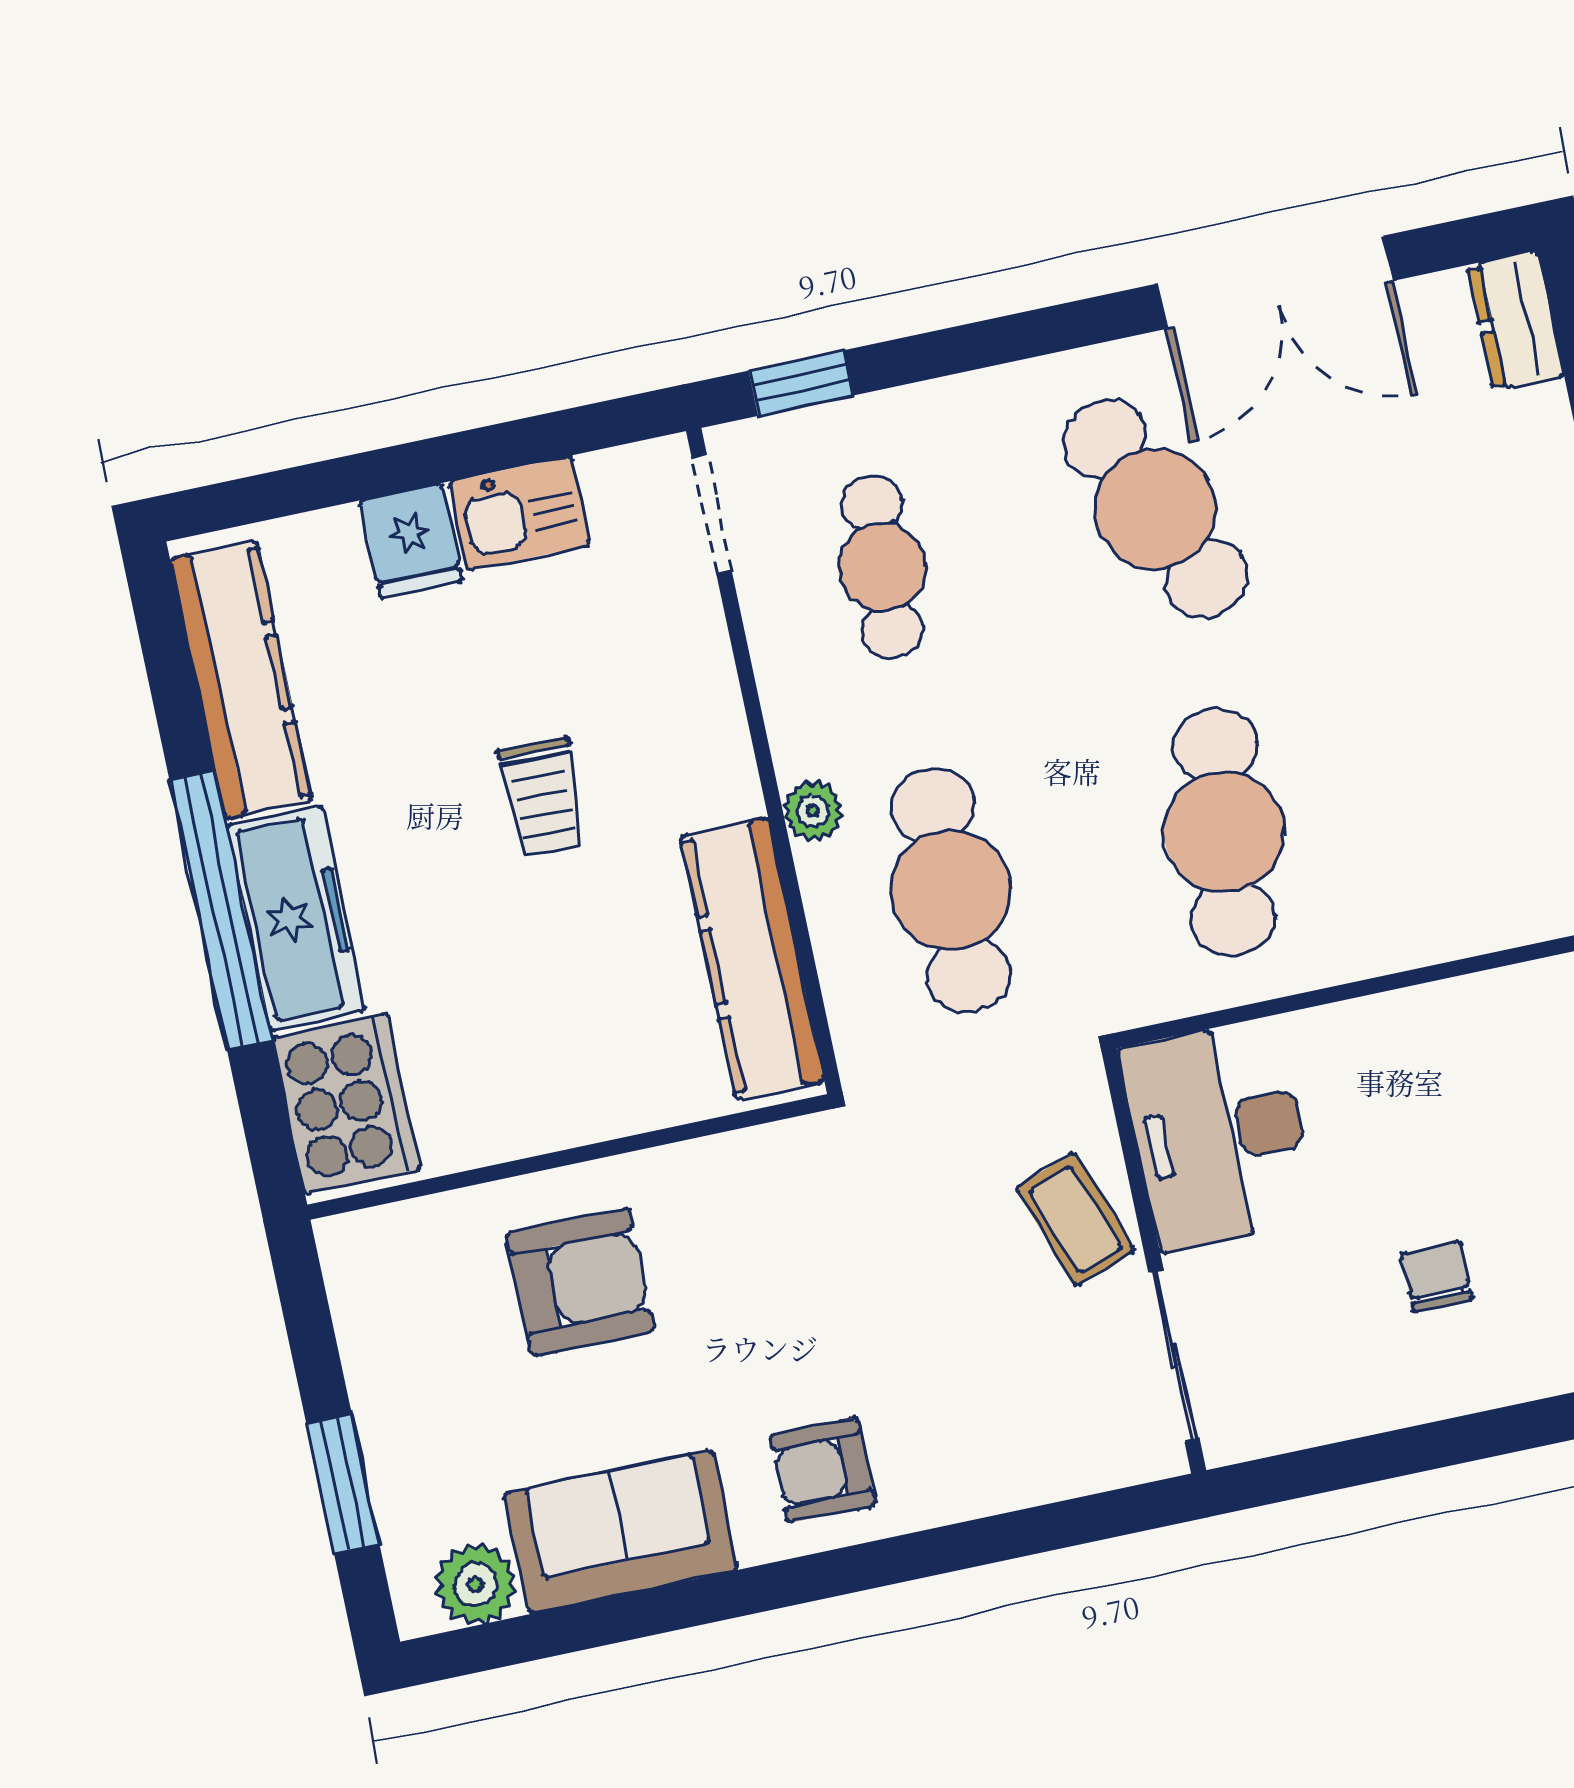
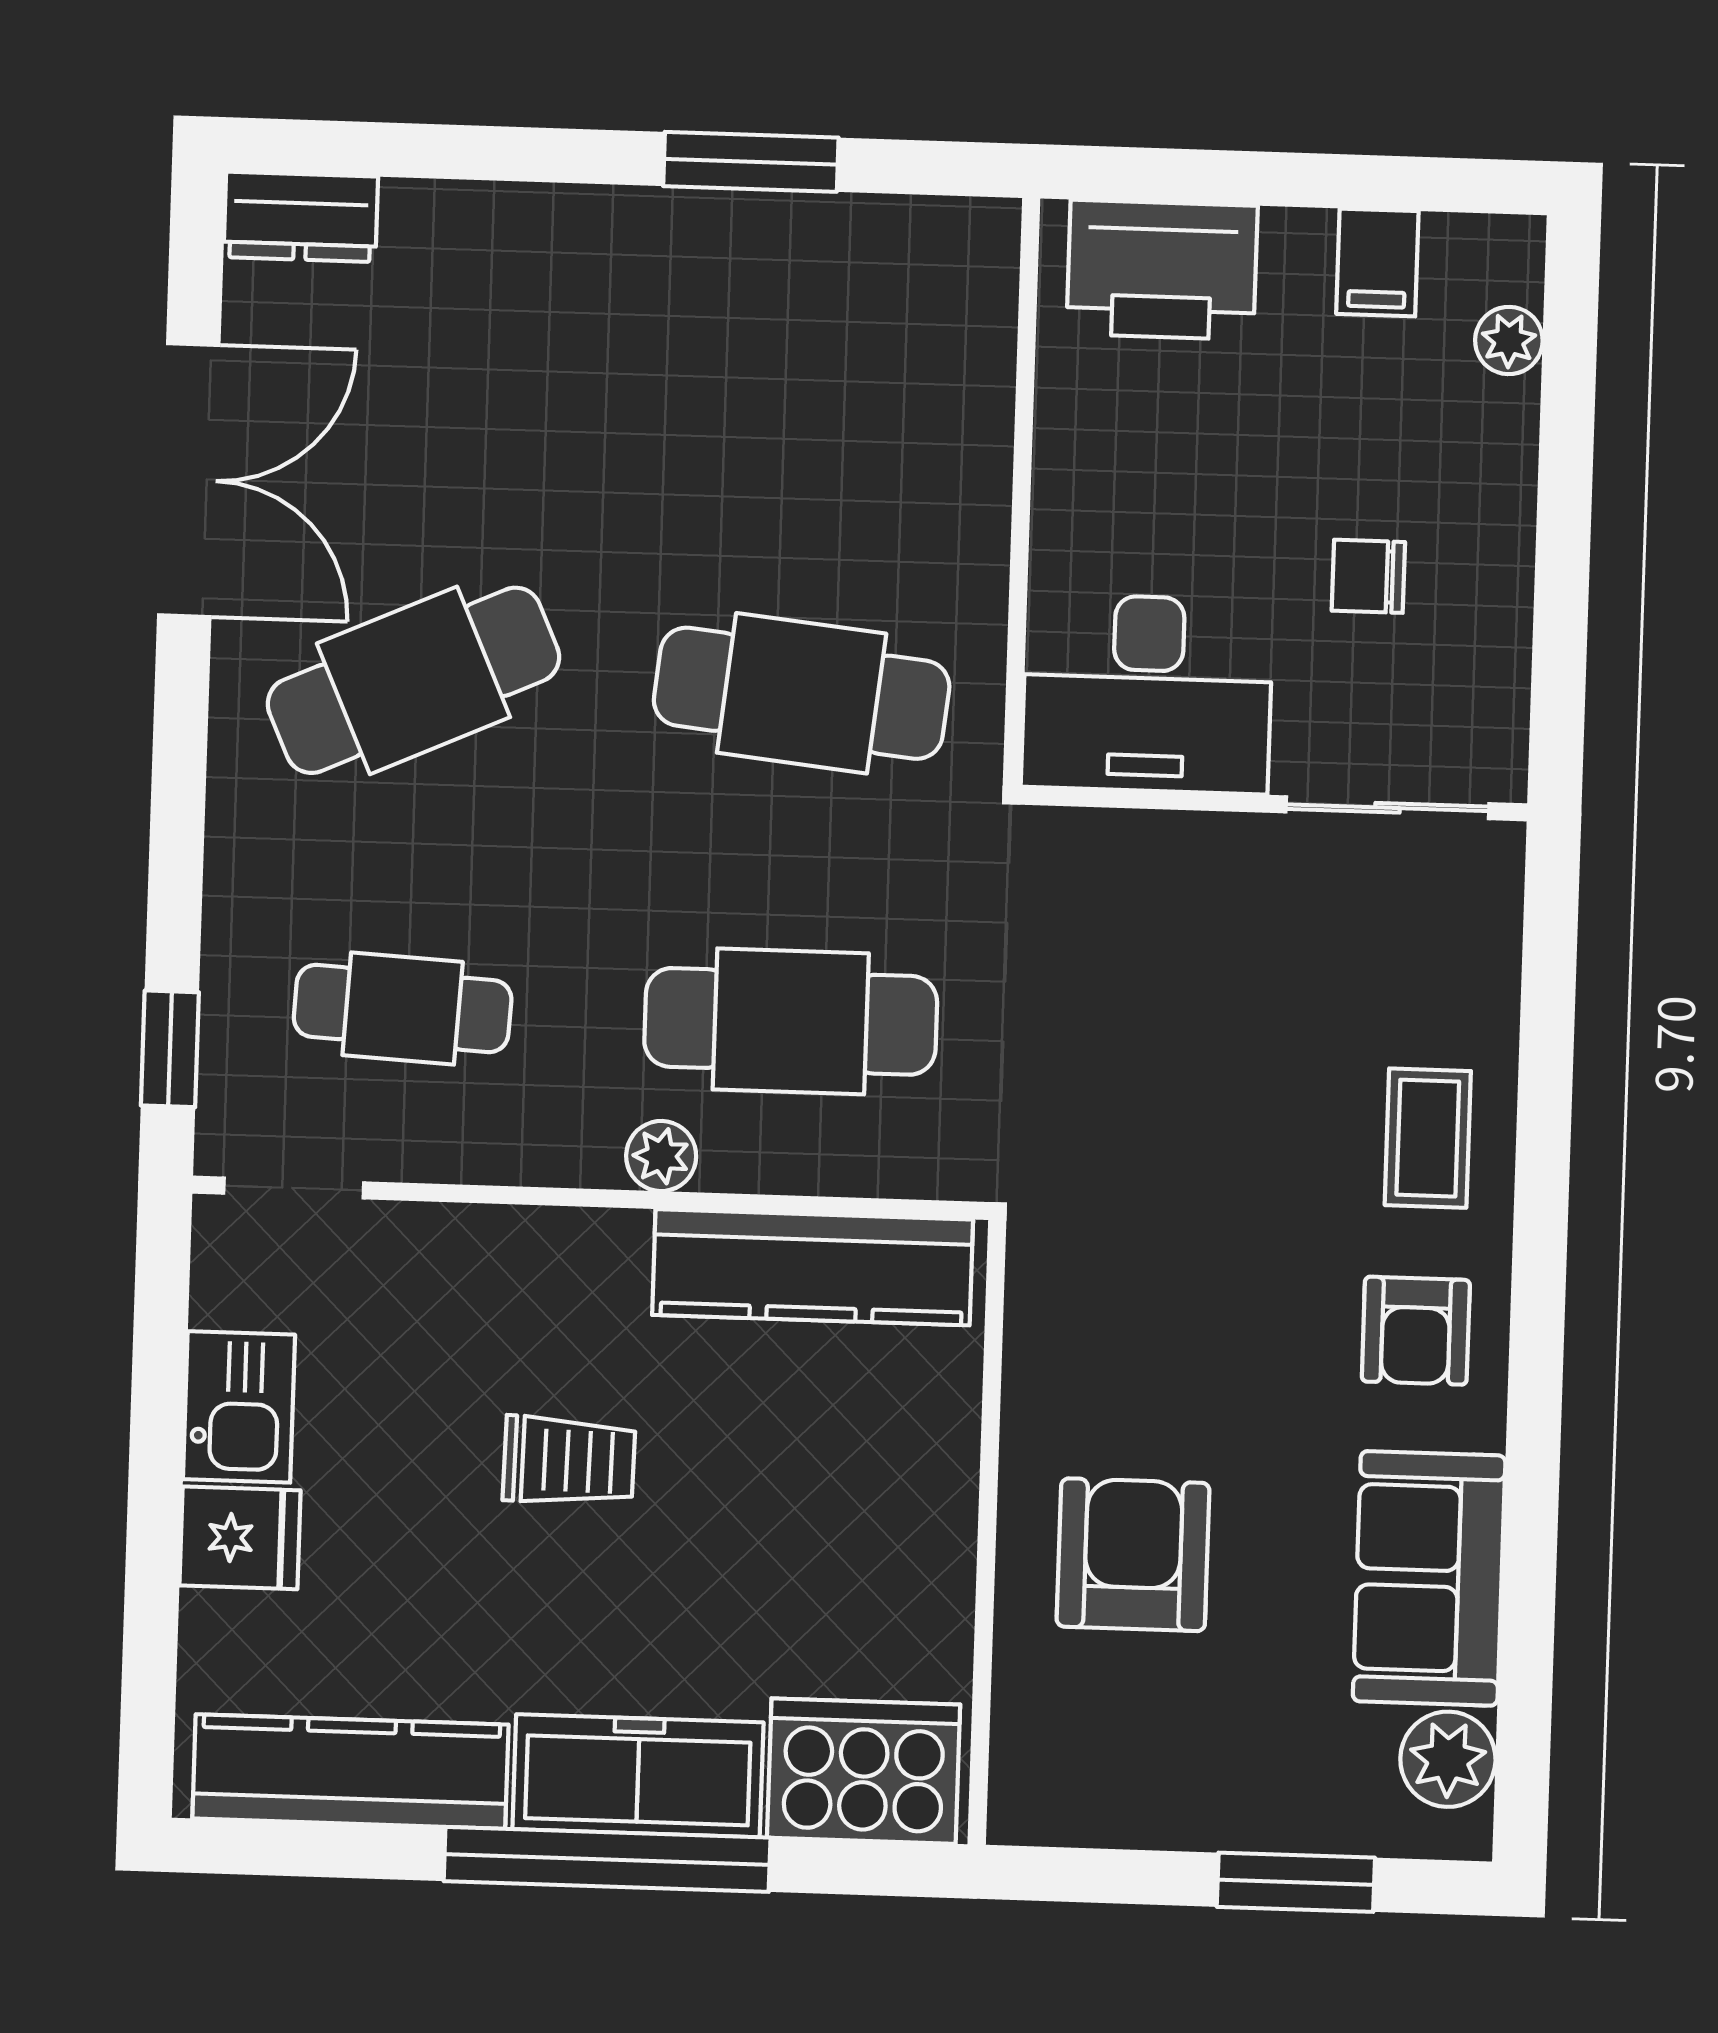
desk: (1219, 1134) -> (1147, 694), moved
coffee table: (1075, 1219) -> (1428, 1138), moved, turned -70
wall: (1154, 1261) -> (1274, 804), moved
sliding door: (1174, 1356) -> (1387, 808), moved

